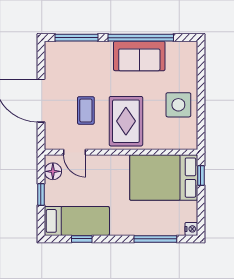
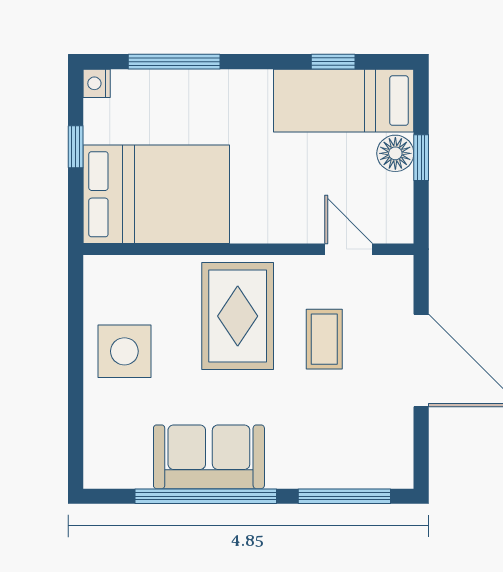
floor lamp: (53, 171) -> (395, 153), moved
window: (201, 175) -> (76, 147), moved

